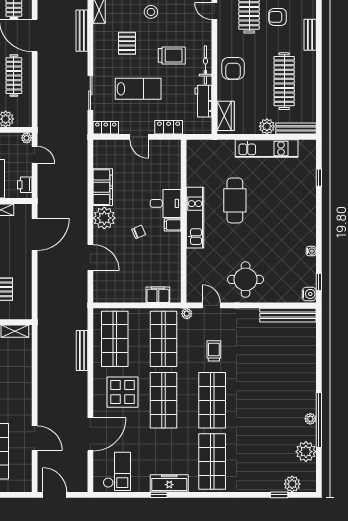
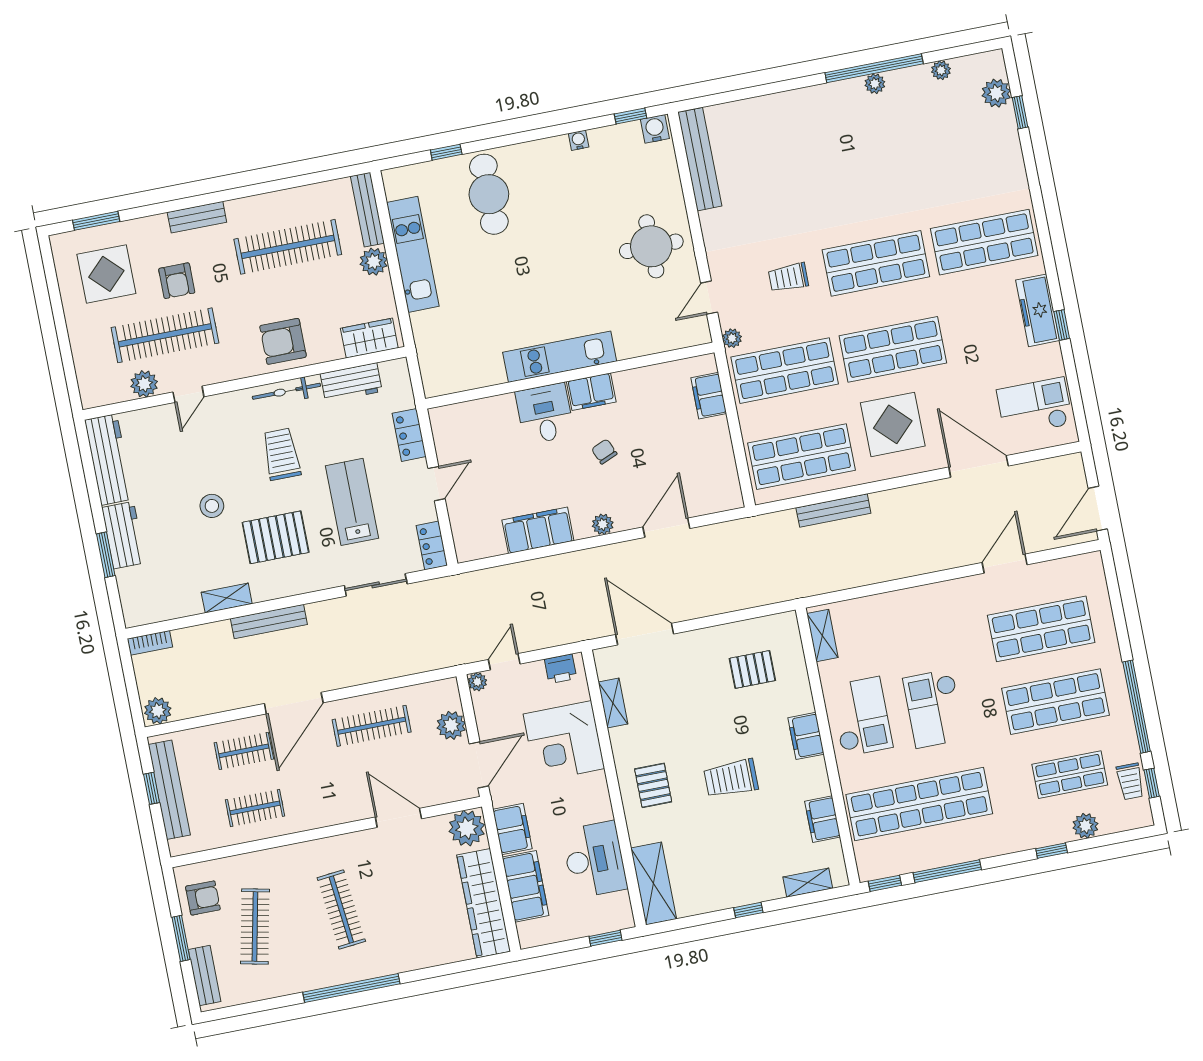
pallet: (127, 43) -> (276, 537), width x1.50, depth x1.42
armchair: (233, 68) -> (283, 341), turned 180
cafe table: (235, 200) -> (489, 194), moved, turned 90
plant: (104, 218) -> (603, 524), width x0.53, depth x0.53
filing cabinet: (173, 225) -> (591, 392), width x2.00
plant: (306, 452) -> (941, 70), width x0.53, depth x0.53

